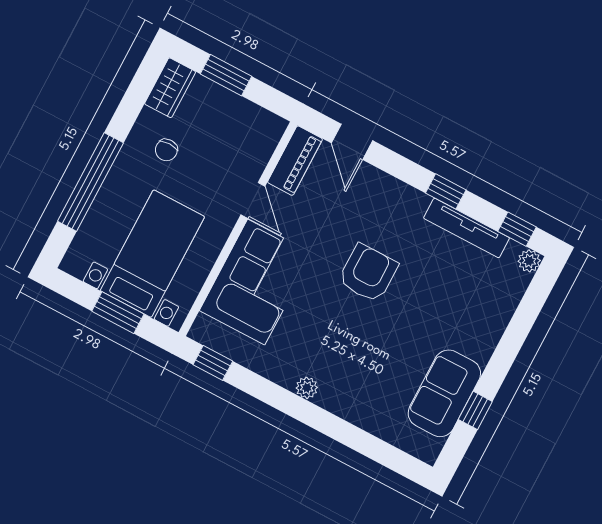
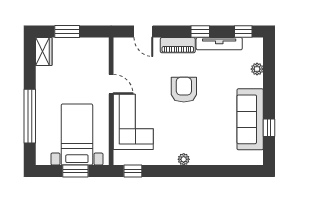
chair: (166, 150) -> (58, 82), removed
piano: (295, 161) -> (178, 45), moved, turned 90
plant: (529, 261) -> (257, 69), moved
sofa: (444, 393) -> (250, 119), width x1.36

